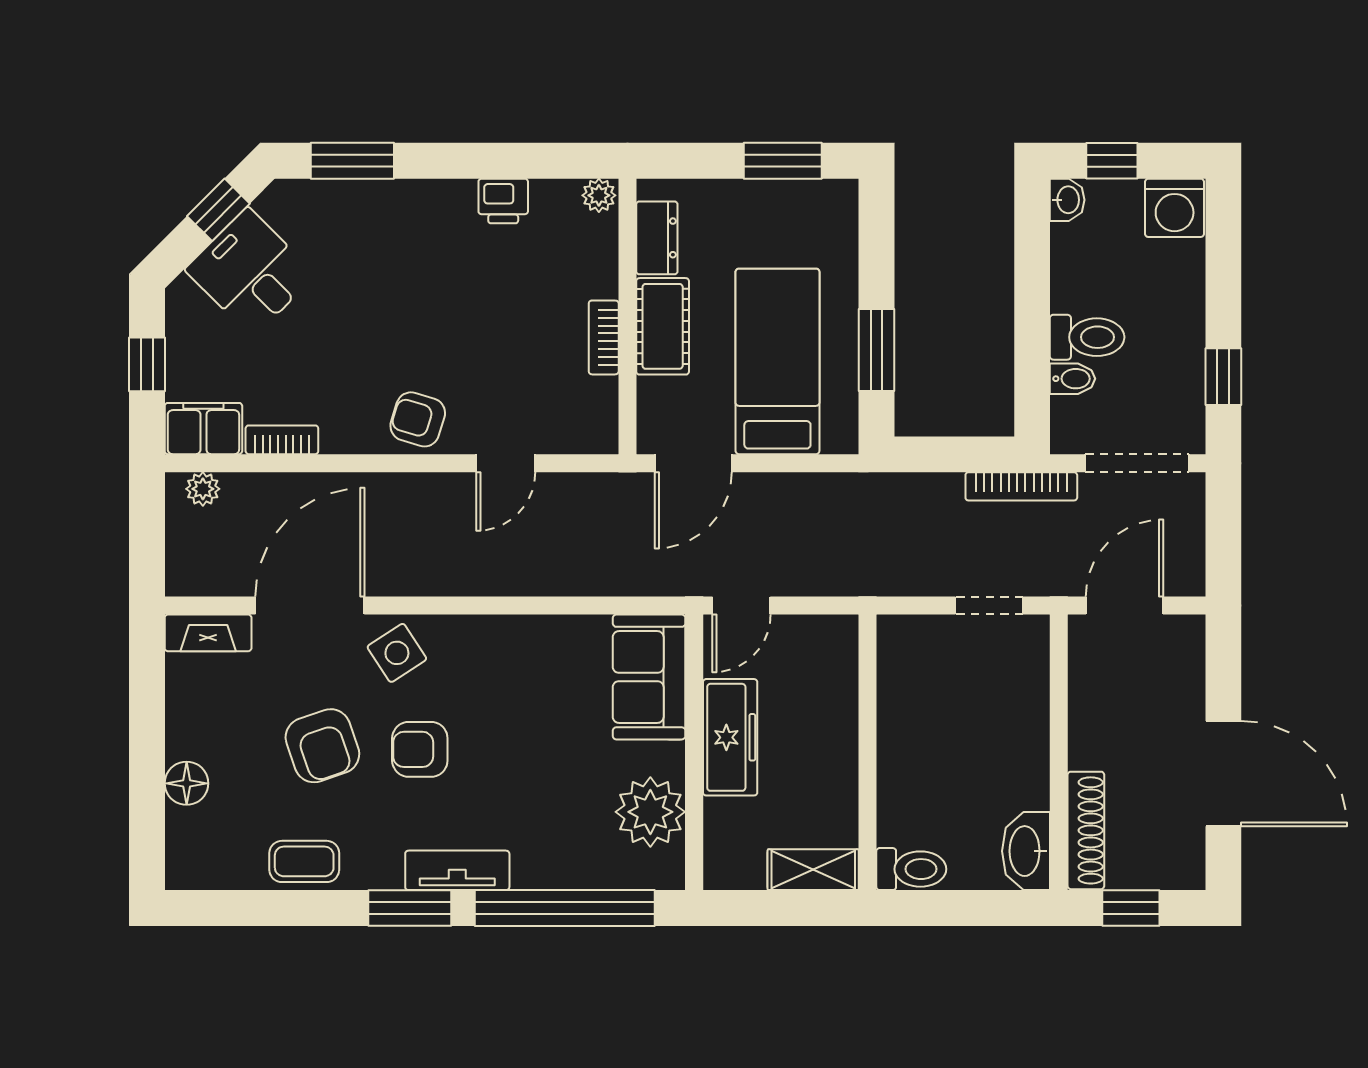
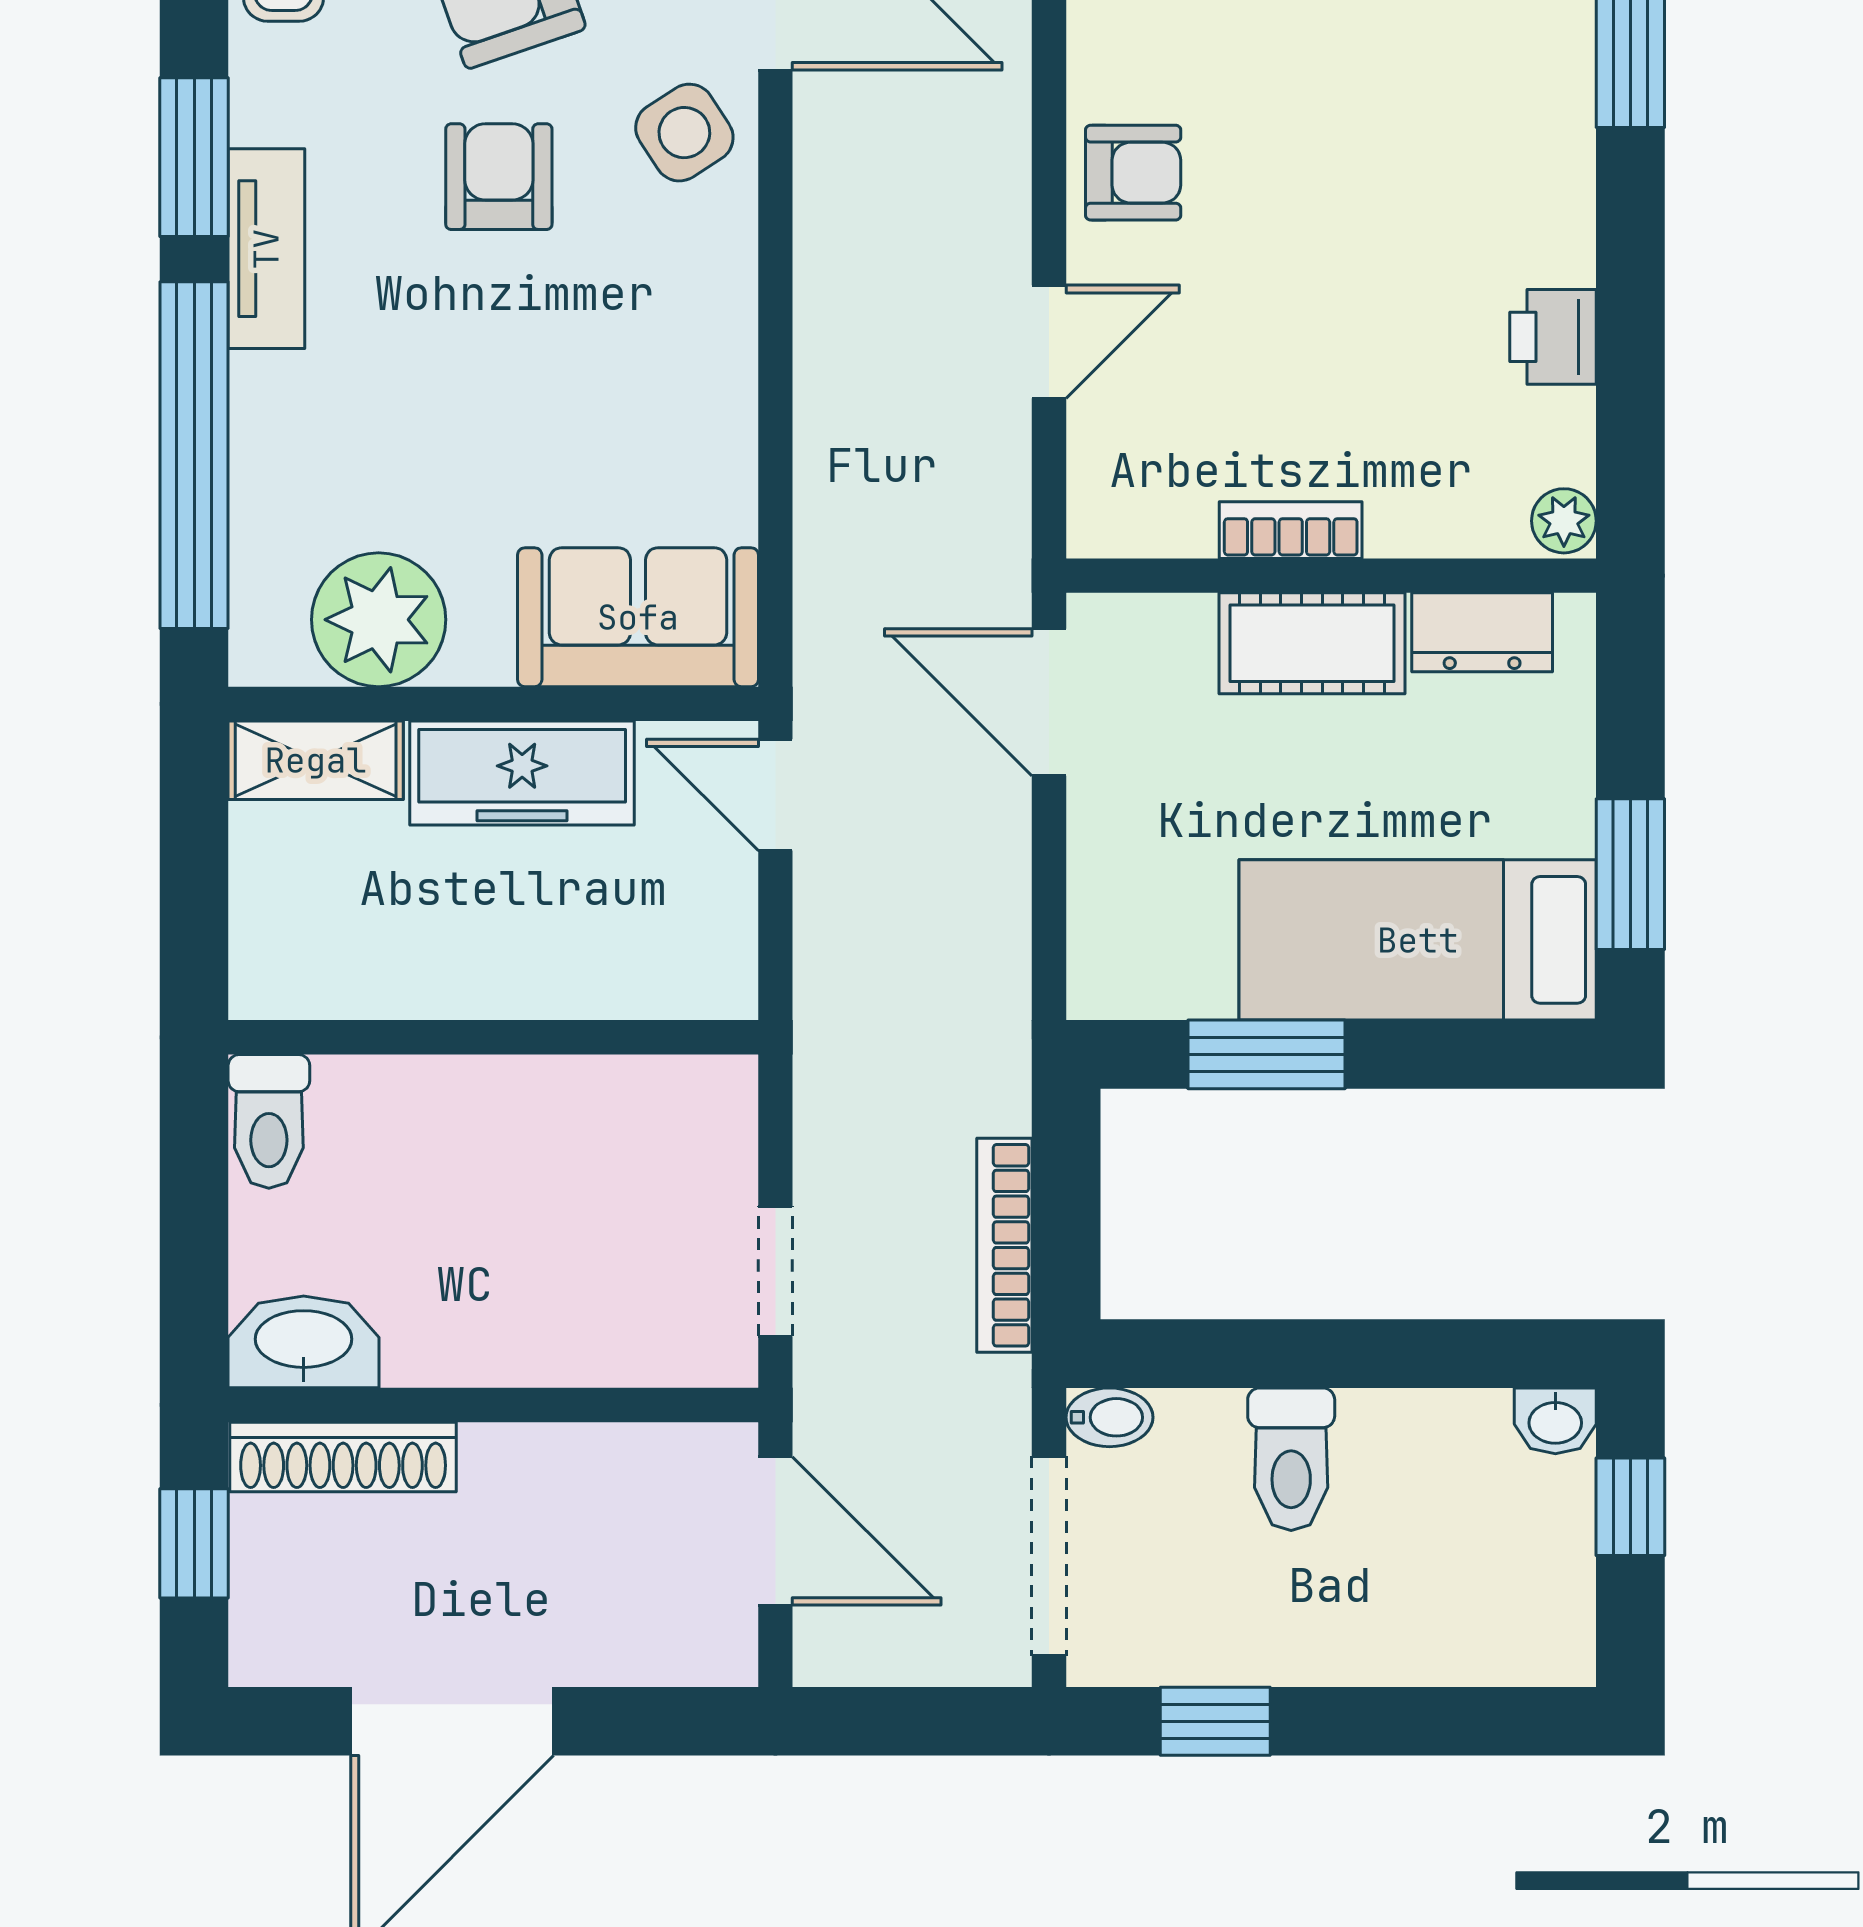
washing machine: (1175, 208) -> (1540, 1627), removed
bed: (777, 361) -> (1418, 940), moved, turned 180
bidet: (1073, 379) -> (1109, 1417), moved, turned -90
armchair: (418, 419) -> (1133, 173), turned 73
door: (506, 463) -> (1049, 342), swing flipped
bookcase: (1021, 486) -> (1004, 1245), moved
shelving: (813, 870) -> (316, 760), moved, turned 90

